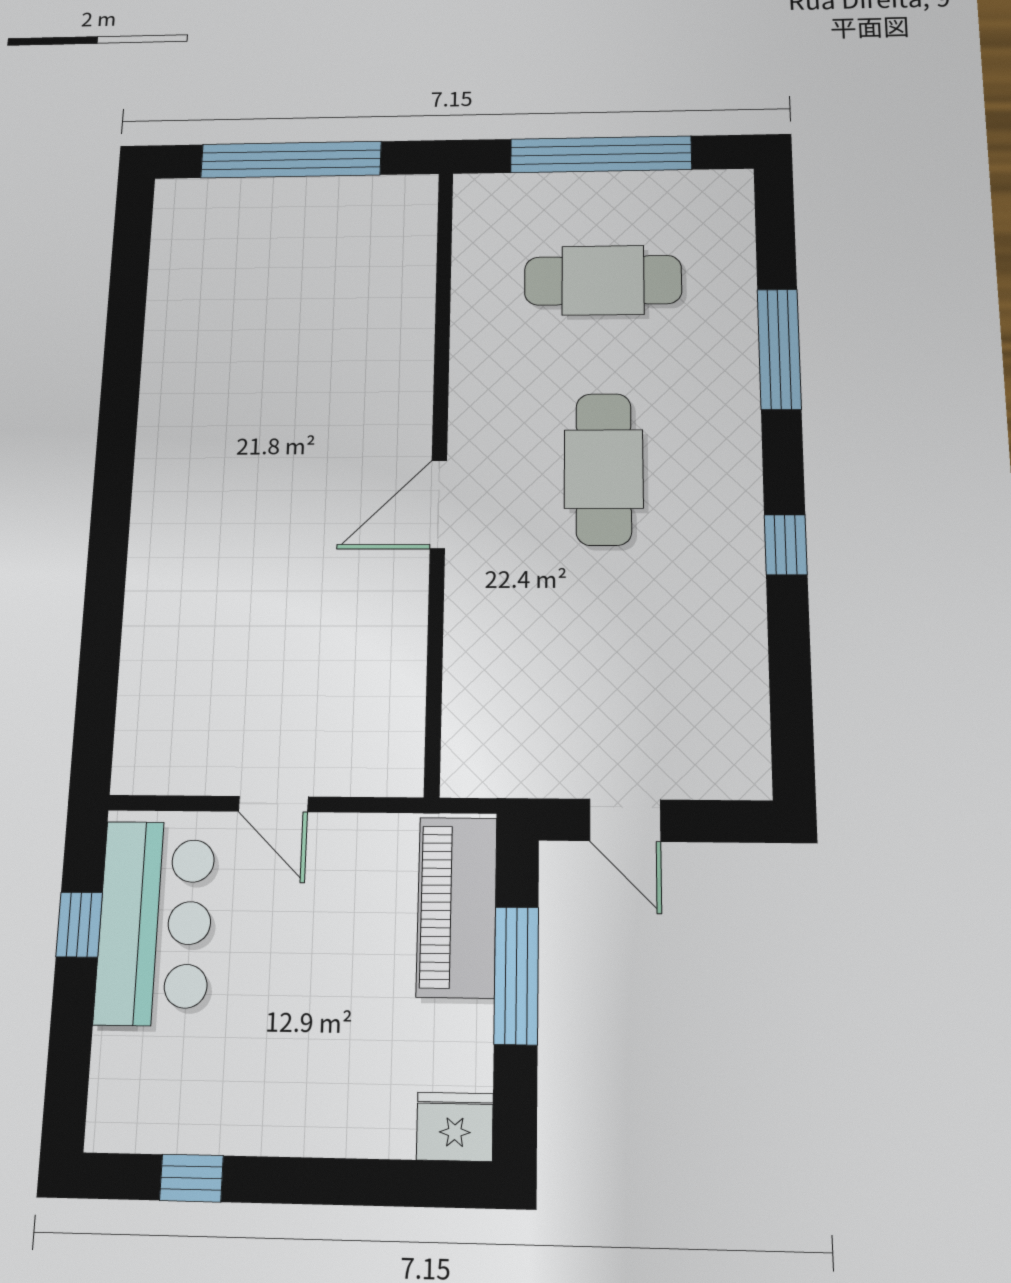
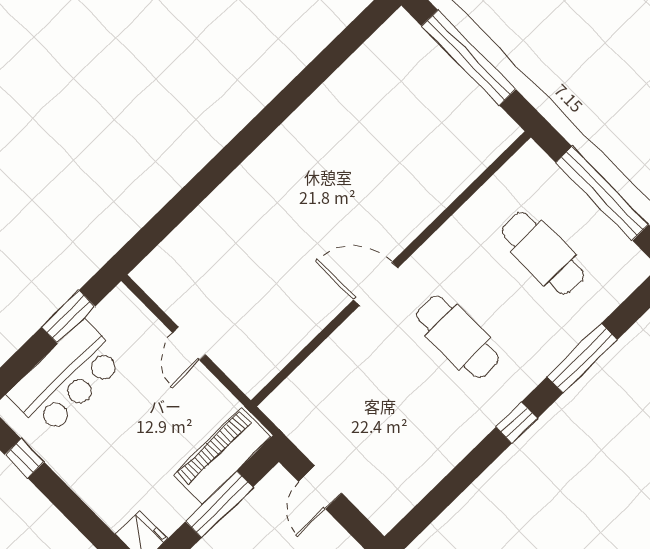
cafe table: (604, 469) -> (458, 337), turned 90
window: (786, 545) -> (517, 423), moved
bar counter: (155, 923) -> (66, 378), moved
window: (79, 925) -> (68, 317), width x1.50

